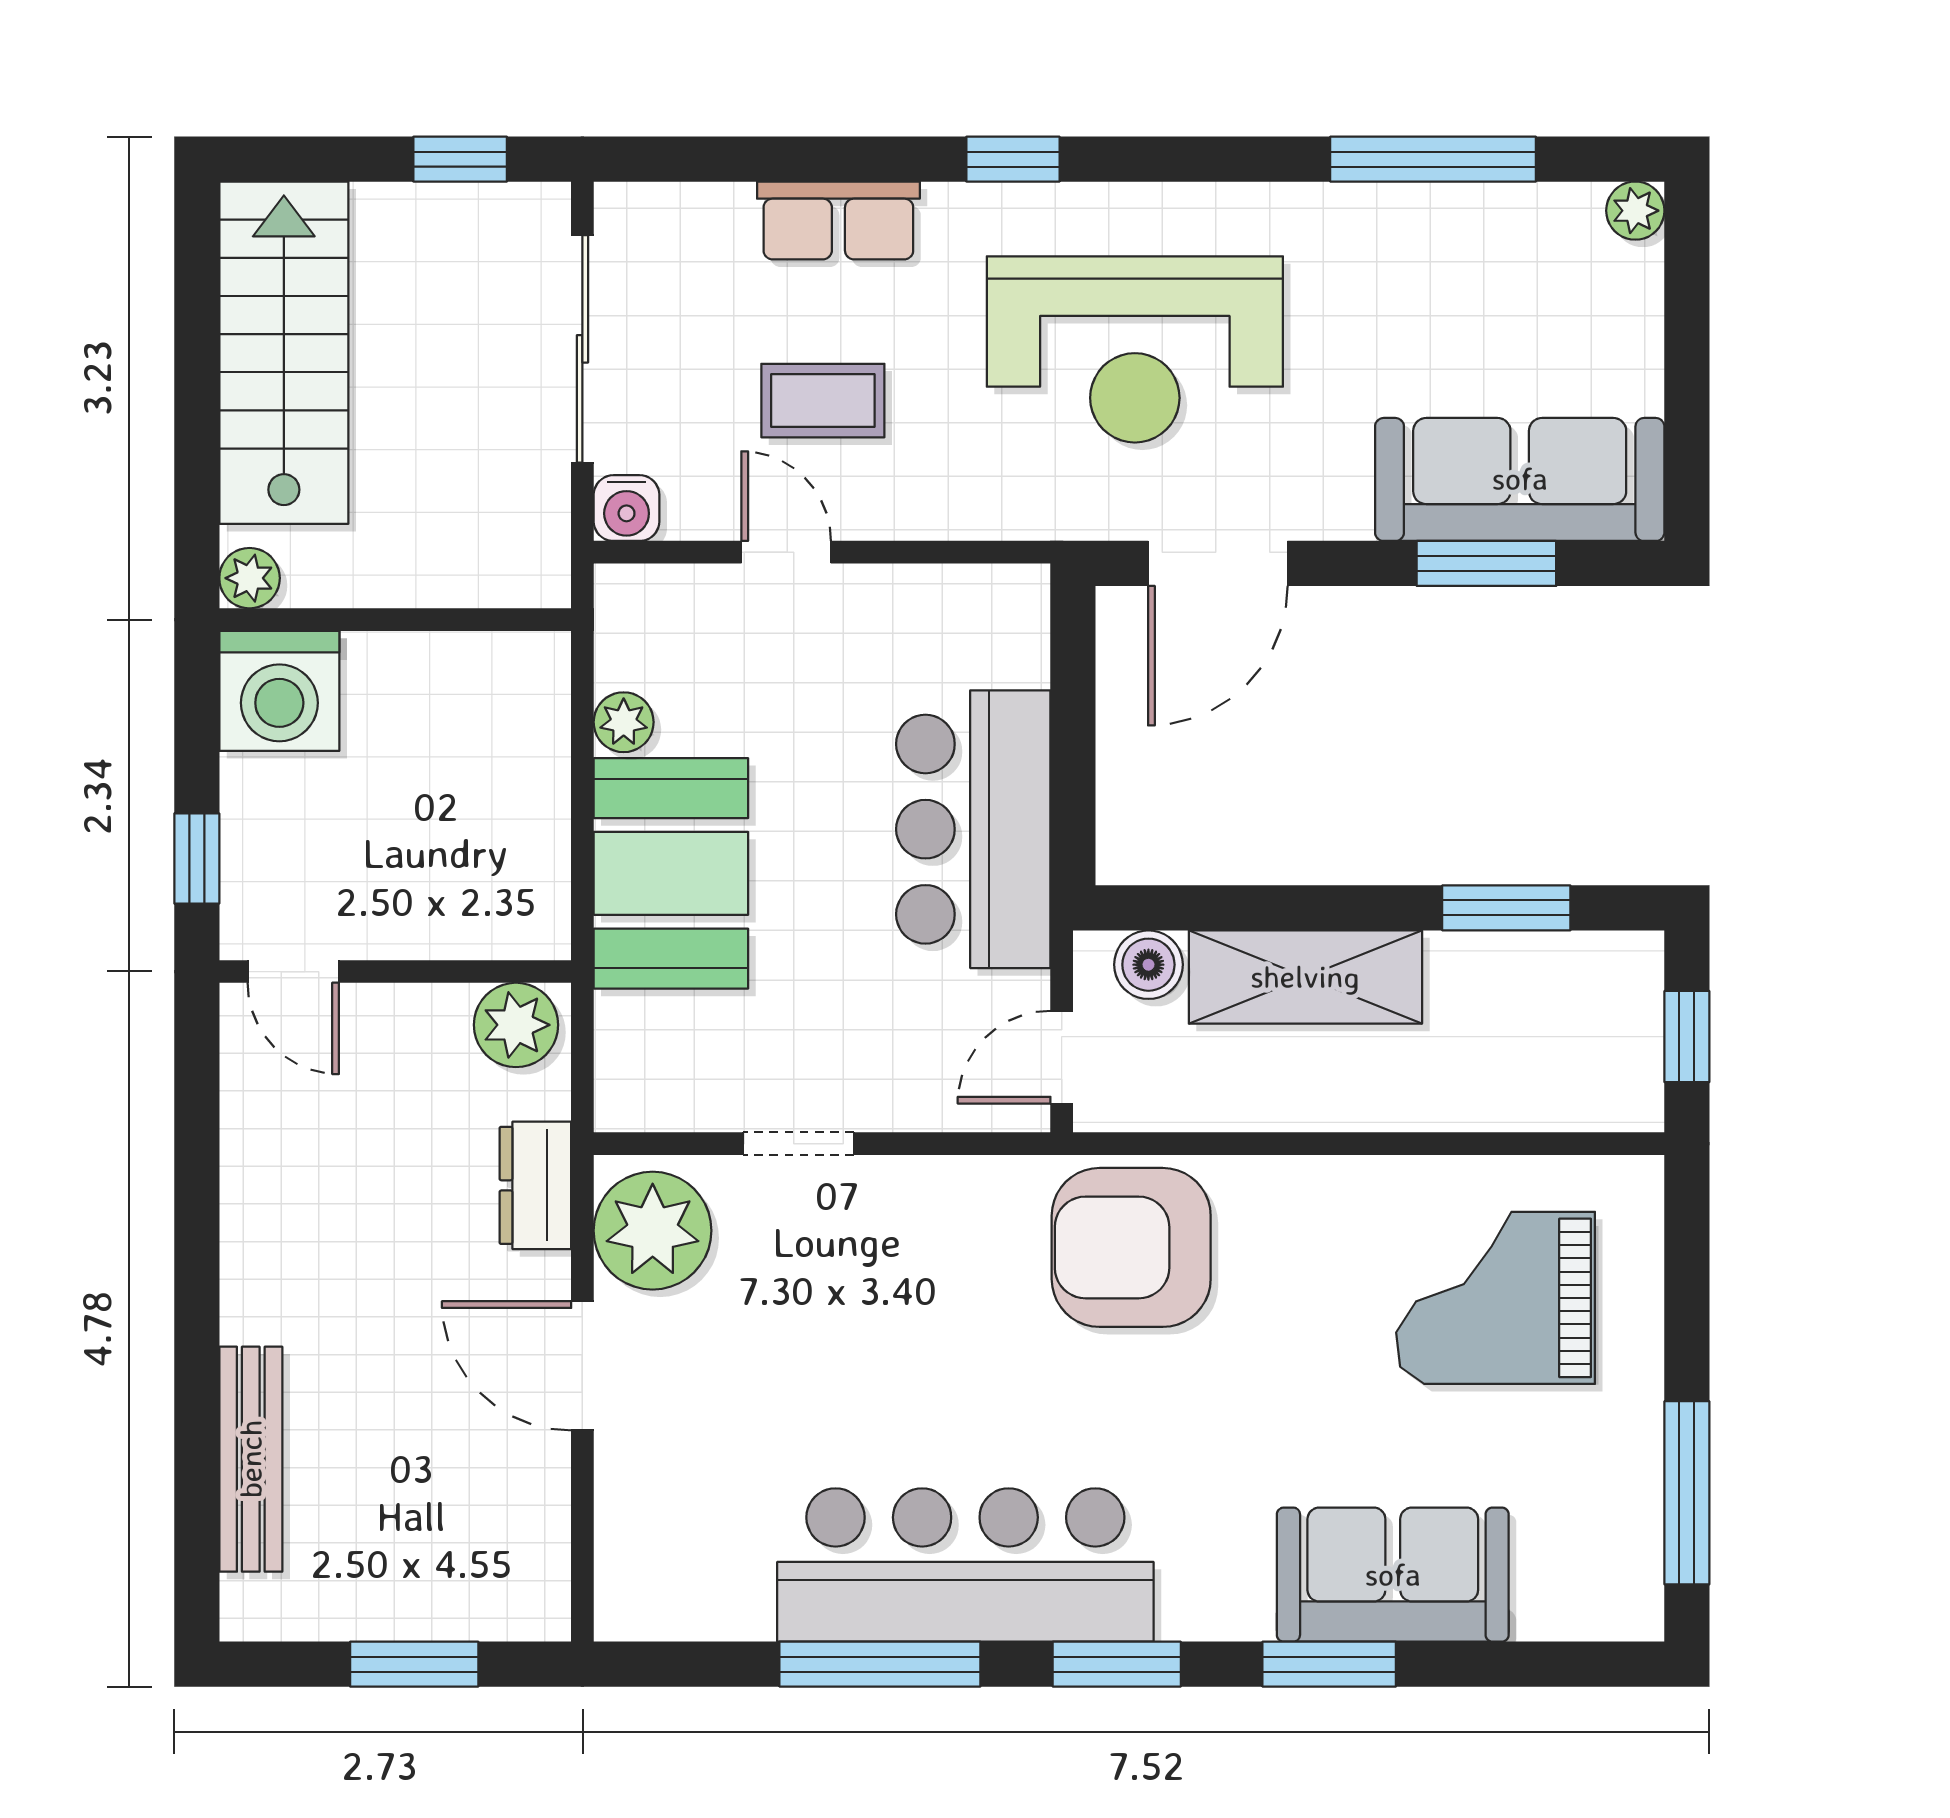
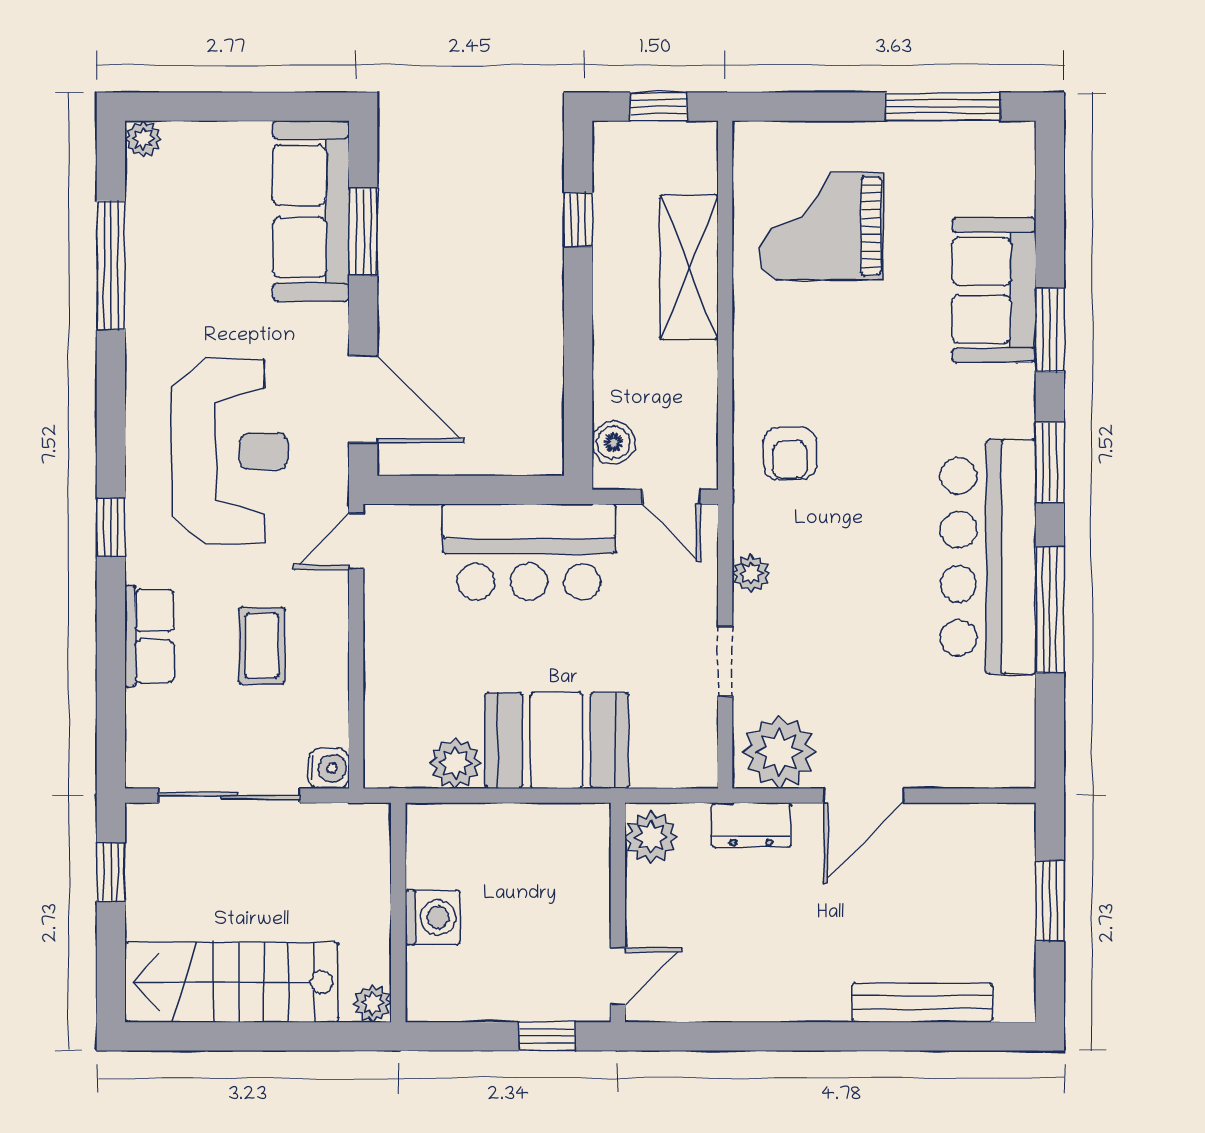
door: (786, 552) -> (356, 541), moved
washing machine: (279, 691) -> (433, 918), moved, width x0.73, depth x0.73
plant: (624, 722) -> (455, 763), width x1.38, depth x1.38
window: (1506, 908) -> (578, 219), width x0.67
shelving: (1305, 977) -> (689, 267), moved
plant: (939, 1185) -> (751, 573), added
armchair: (1131, 1247) -> (790, 453), width x0.53, depth x0.53
grand piano: (1496, 1298) -> (821, 226), turned 90

